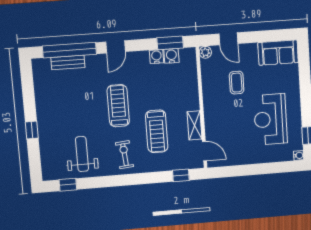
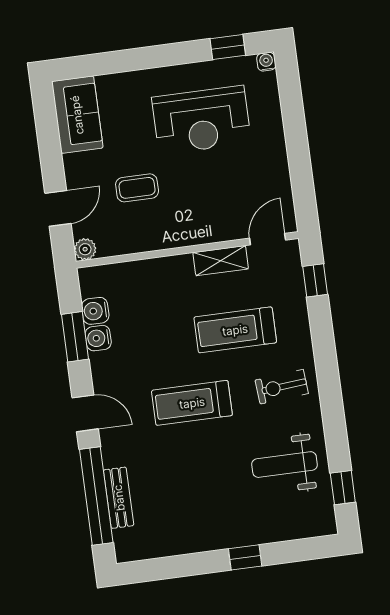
window: (170, 43) -> (75, 337), moved
treadmill: (157, 131) -> (235, 330), turned 180

